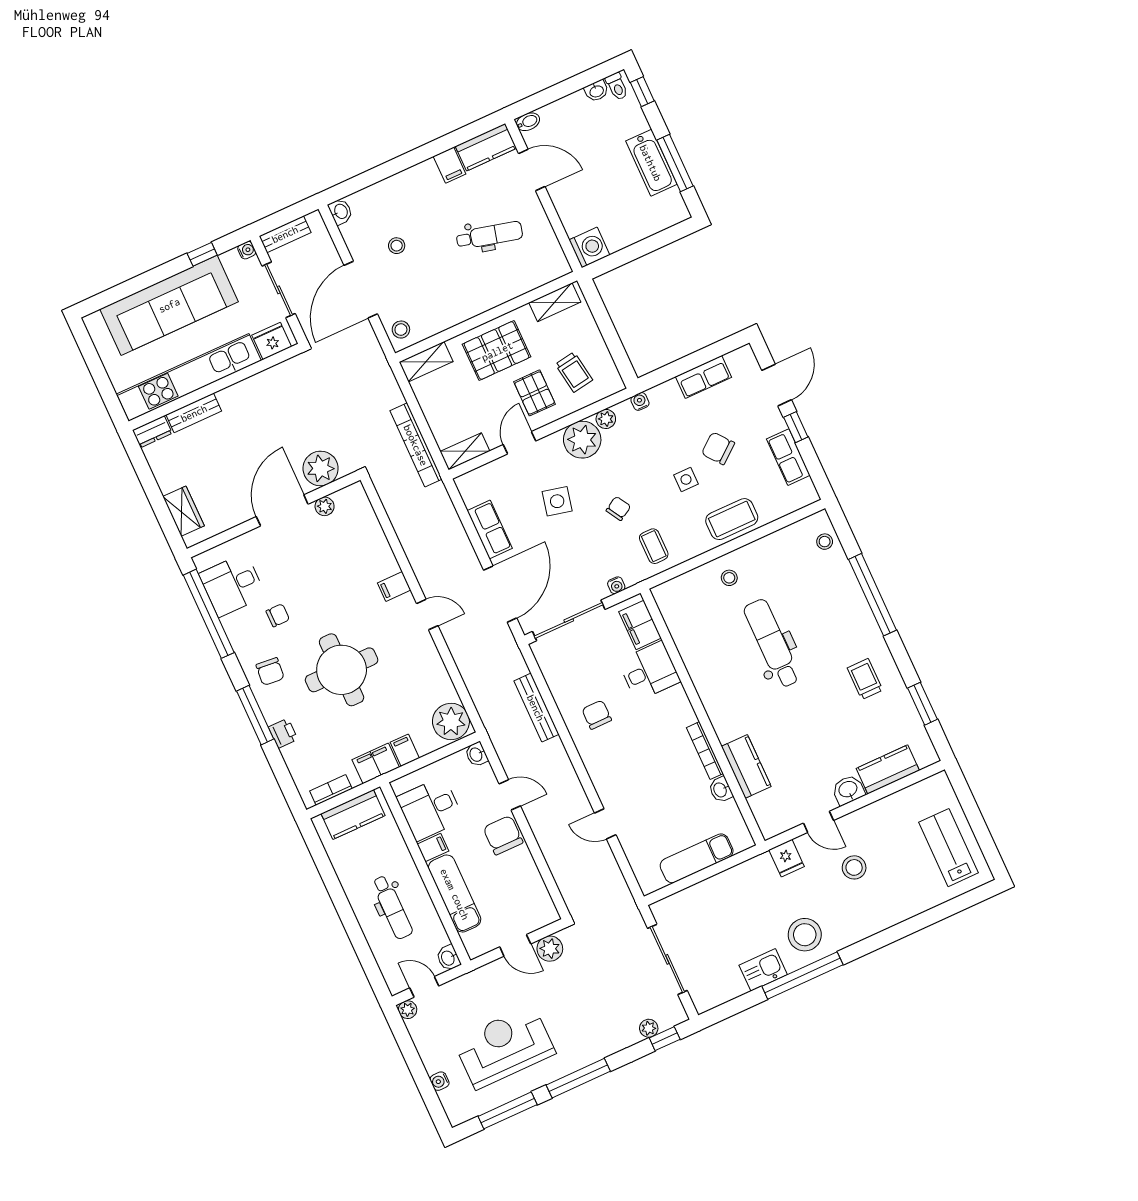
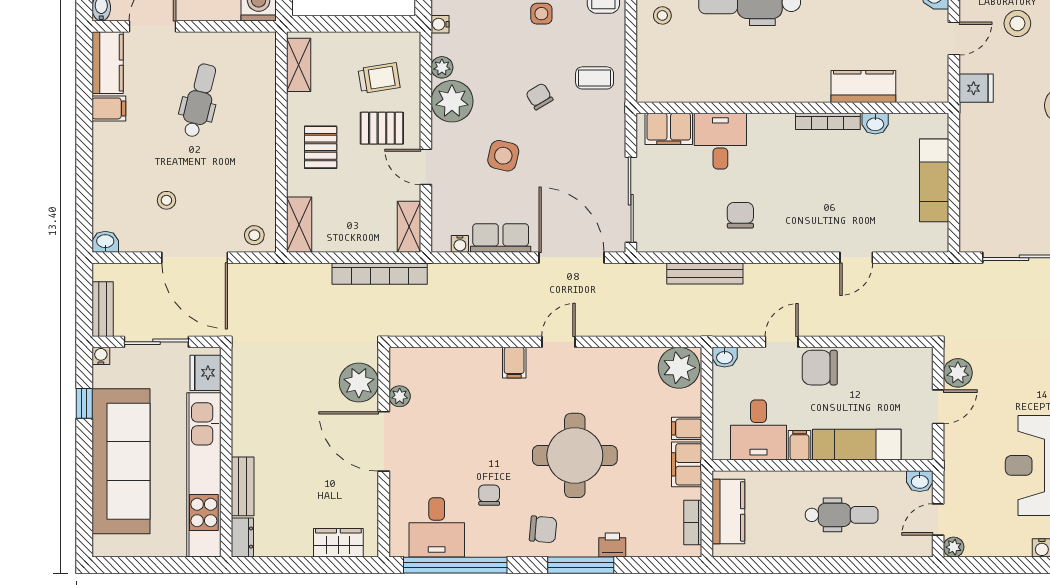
pallet: (497, 351) -> (321, 147), width x0.67, depth x0.71
water cooler: (616, 585) -> (460, 244), moved, turned 90
chair: (597, 715) -> (740, 215), turned 90

